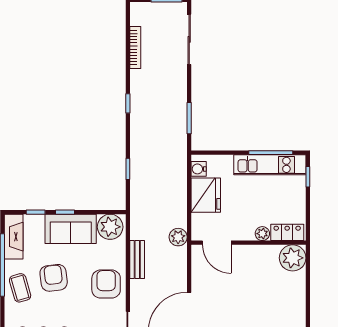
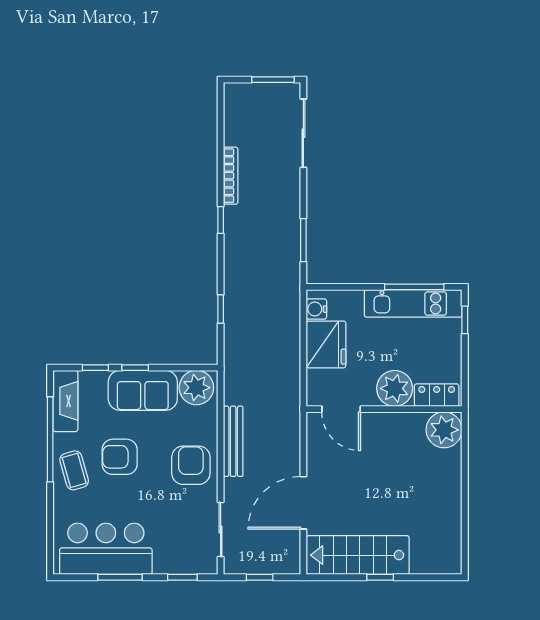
bookcase: (135, 48) -> (231, 176), moved
plant: (262, 234) -> (395, 388), width x1.88, depth x1.88
plant: (178, 237) -> (289, 402), removed
bench: (137, 260) -> (233, 441), width x1.36
armchair: (54, 278) -> (120, 457), turned -83

